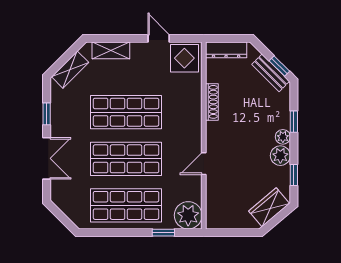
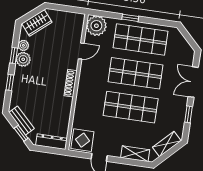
window: (279, 66) -> (21, 133), moved
shoe rack: (212, 102) -> (71, 83), moved
plant: (283, 137) -> (23, 45), moved
door: (204, 164) -> (81, 51), moved
window: (294, 175) -> (14, 55), moved
window: (163, 233) -> (130, 18), moved

